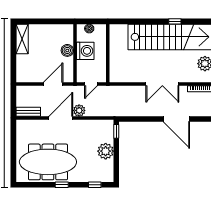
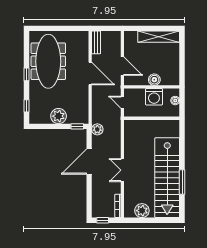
window: (175, 21) -> (182, 182), width x2.17
shelving: (22, 39) -> (159, 37), width x1.47
double door: (162, 84) -> (122, 170), width x0.73
plant: (79, 110) -> (97, 129), moved
door: (176, 119) -> (89, 161), moved

